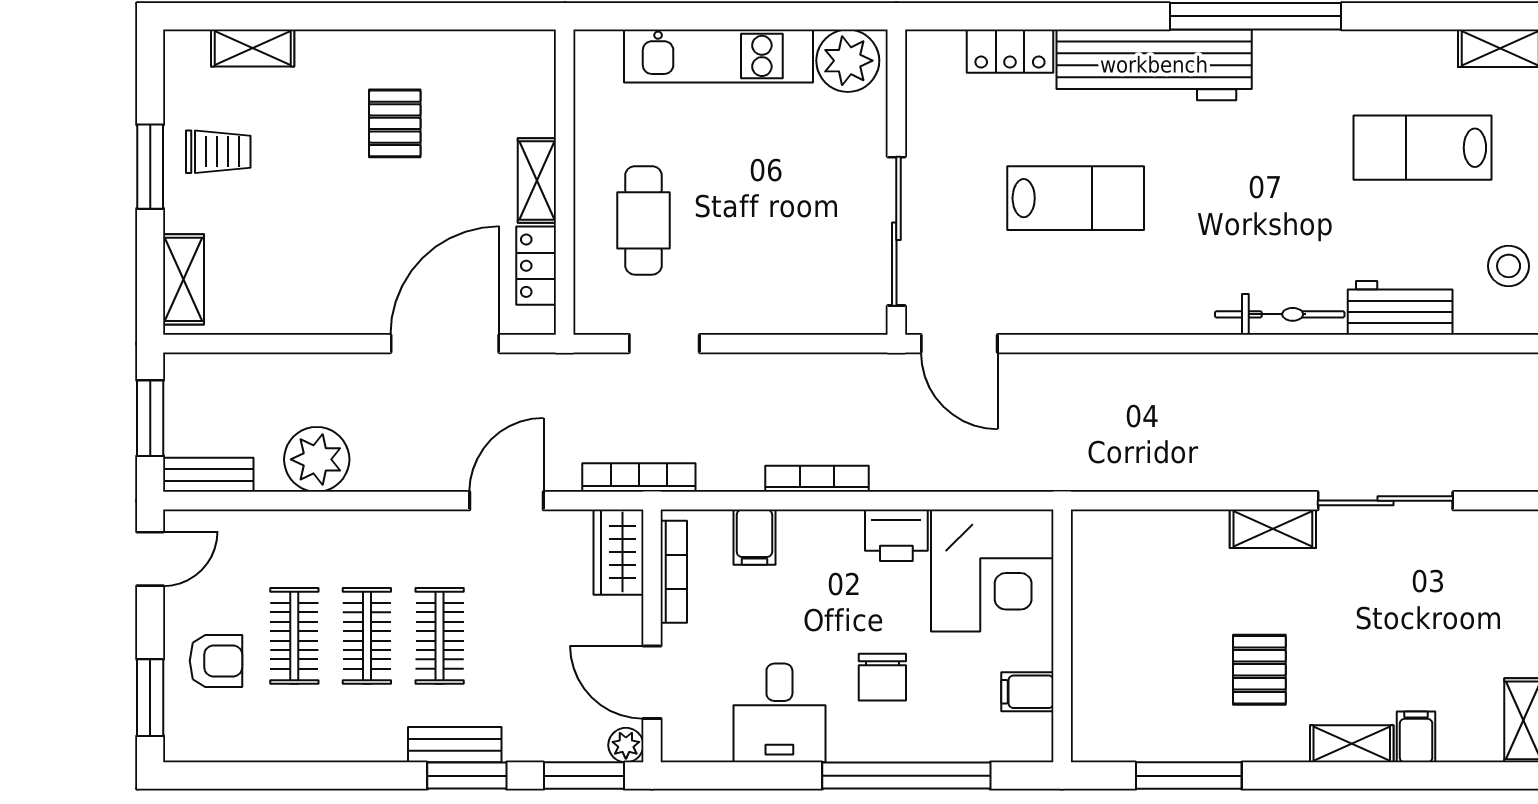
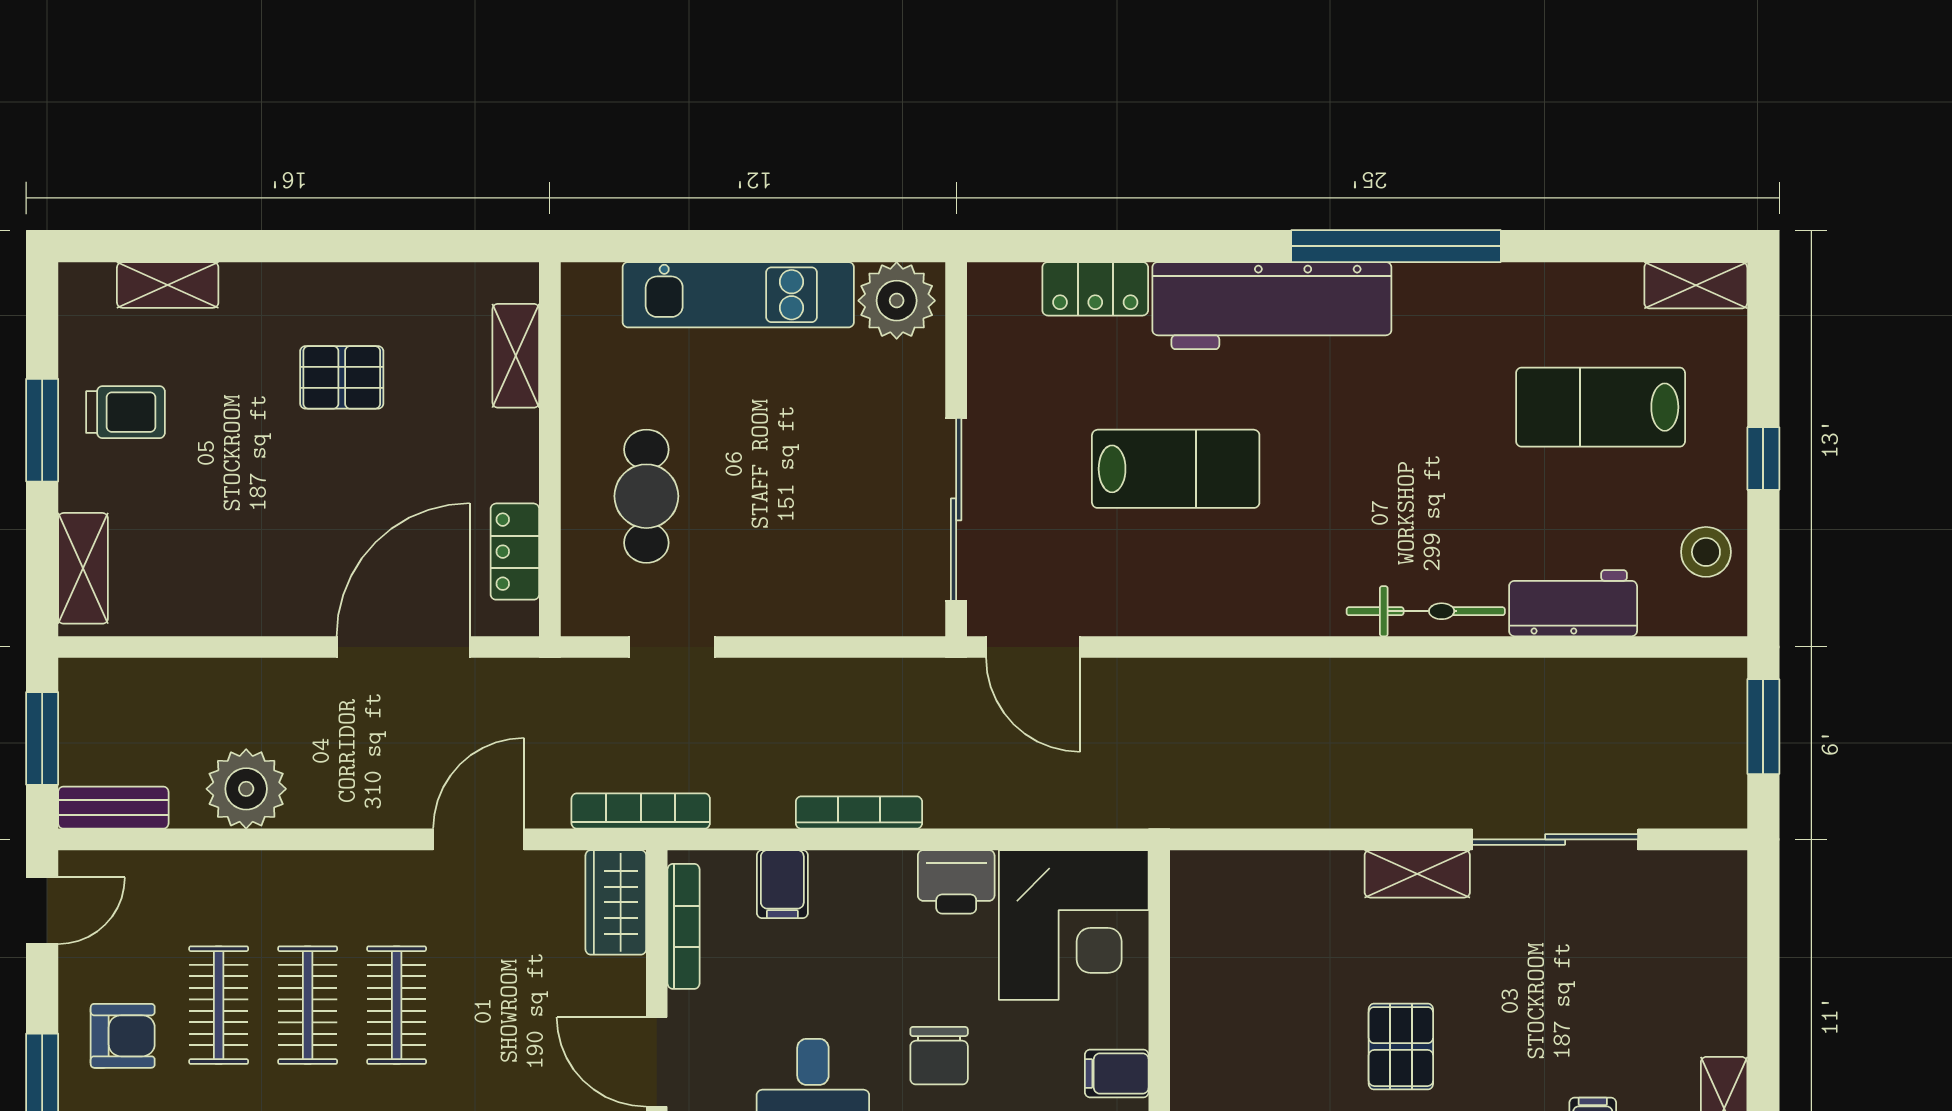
pallet: (395, 123) -> (342, 377), turned 90
shelving: (537, 180) -> (516, 356), moved

